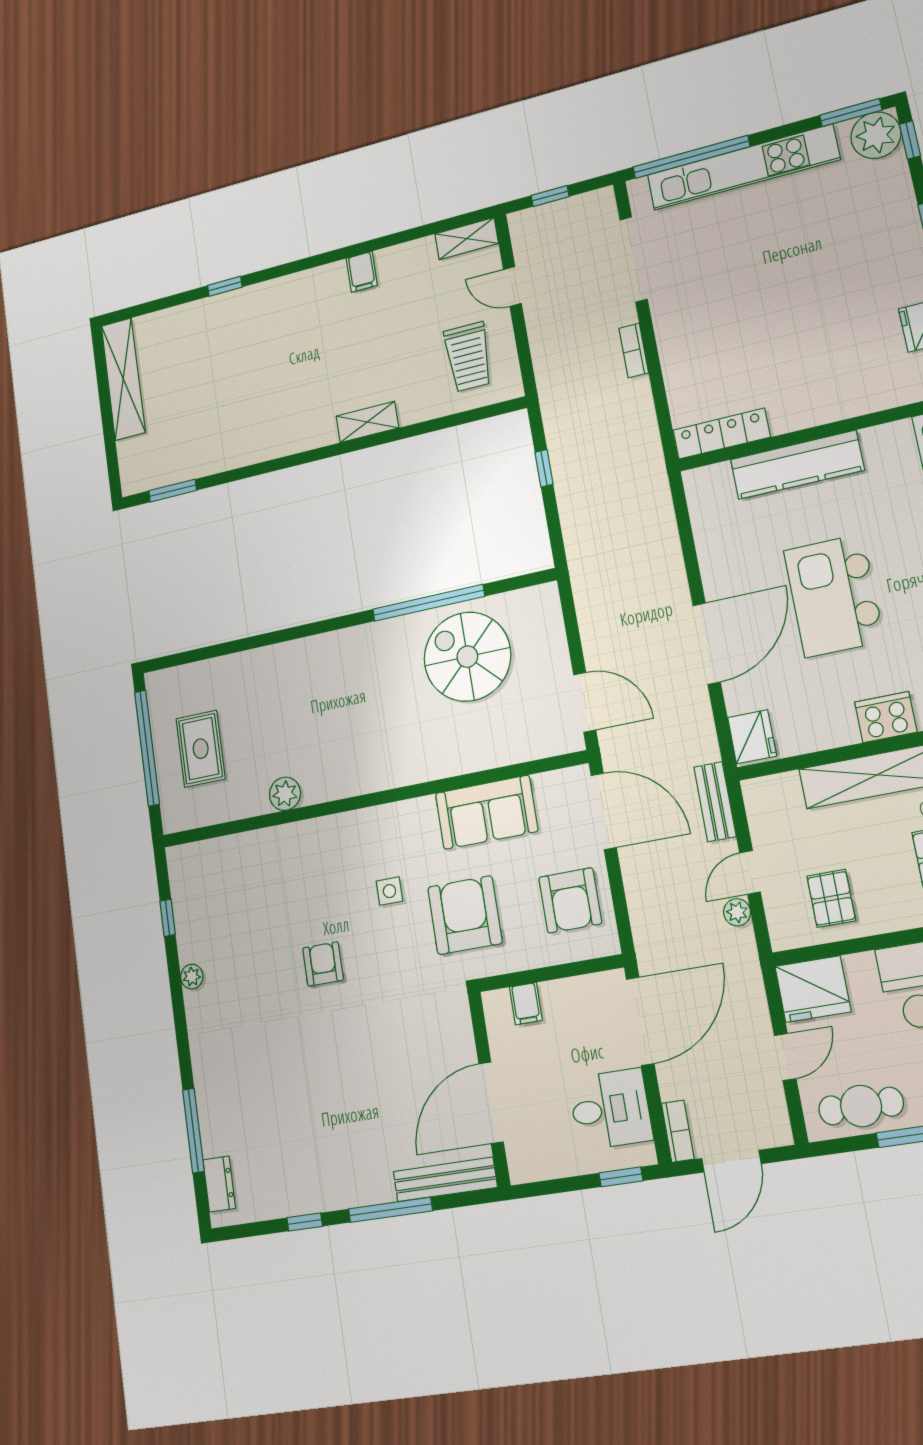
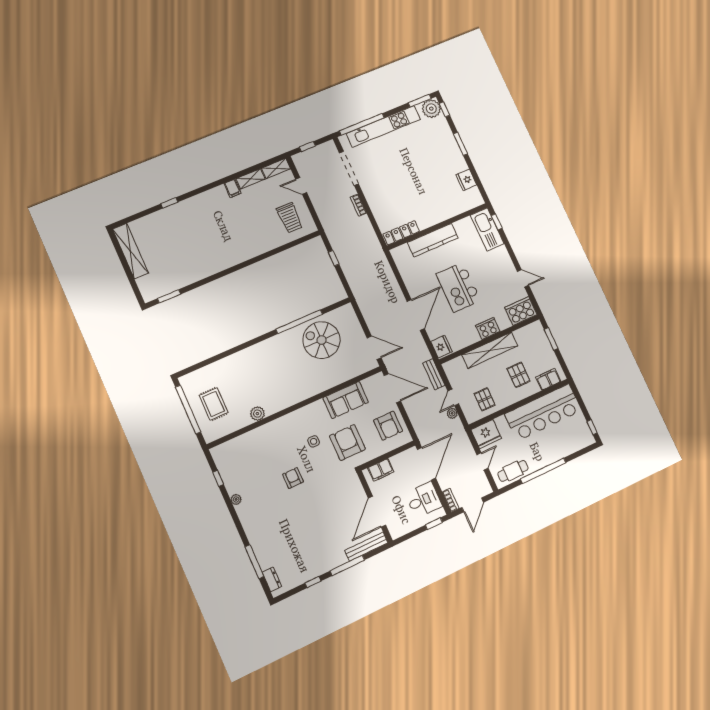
shelving: (367, 422) -> (251, 179), moved
filing cabinet: (526, 1004) -> (381, 470), width x2.00

